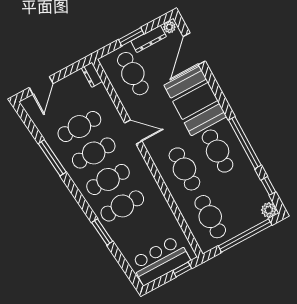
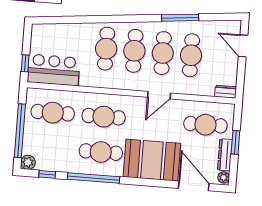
window: (102, 232) -> (96, 19), removed
bar counter: (160, 260) -> (54, 70), moved, turned -90

